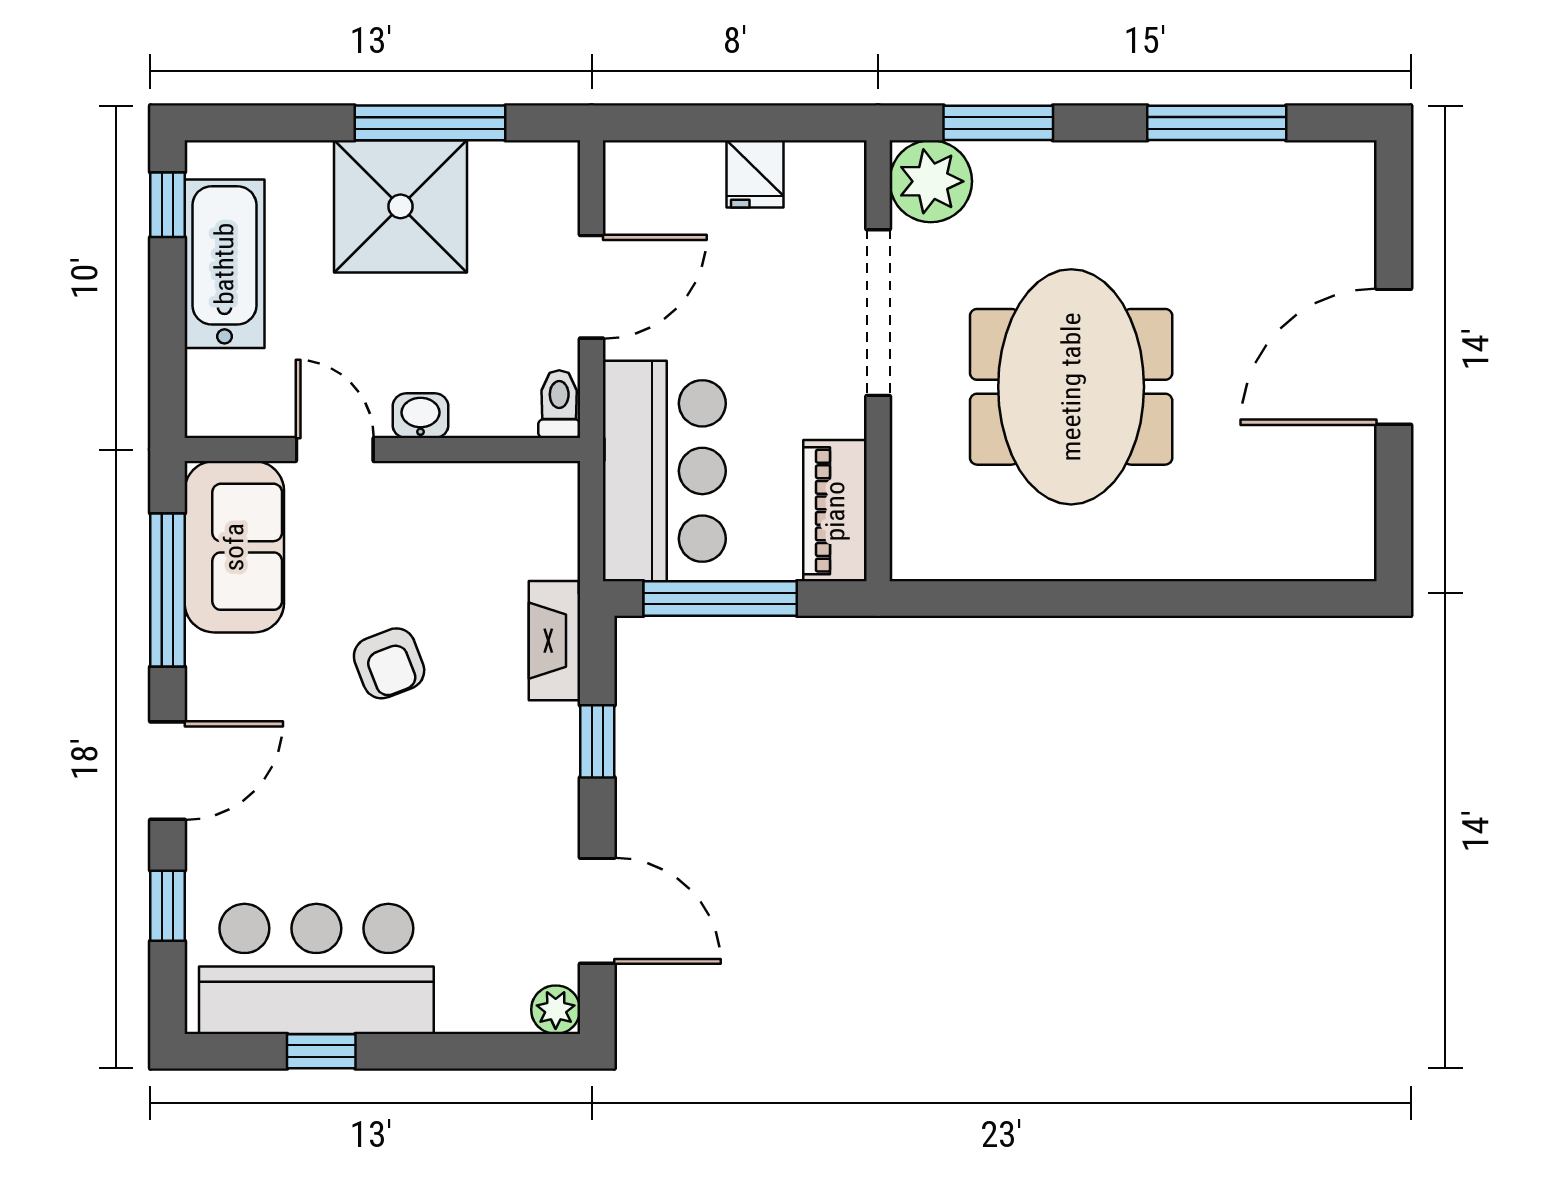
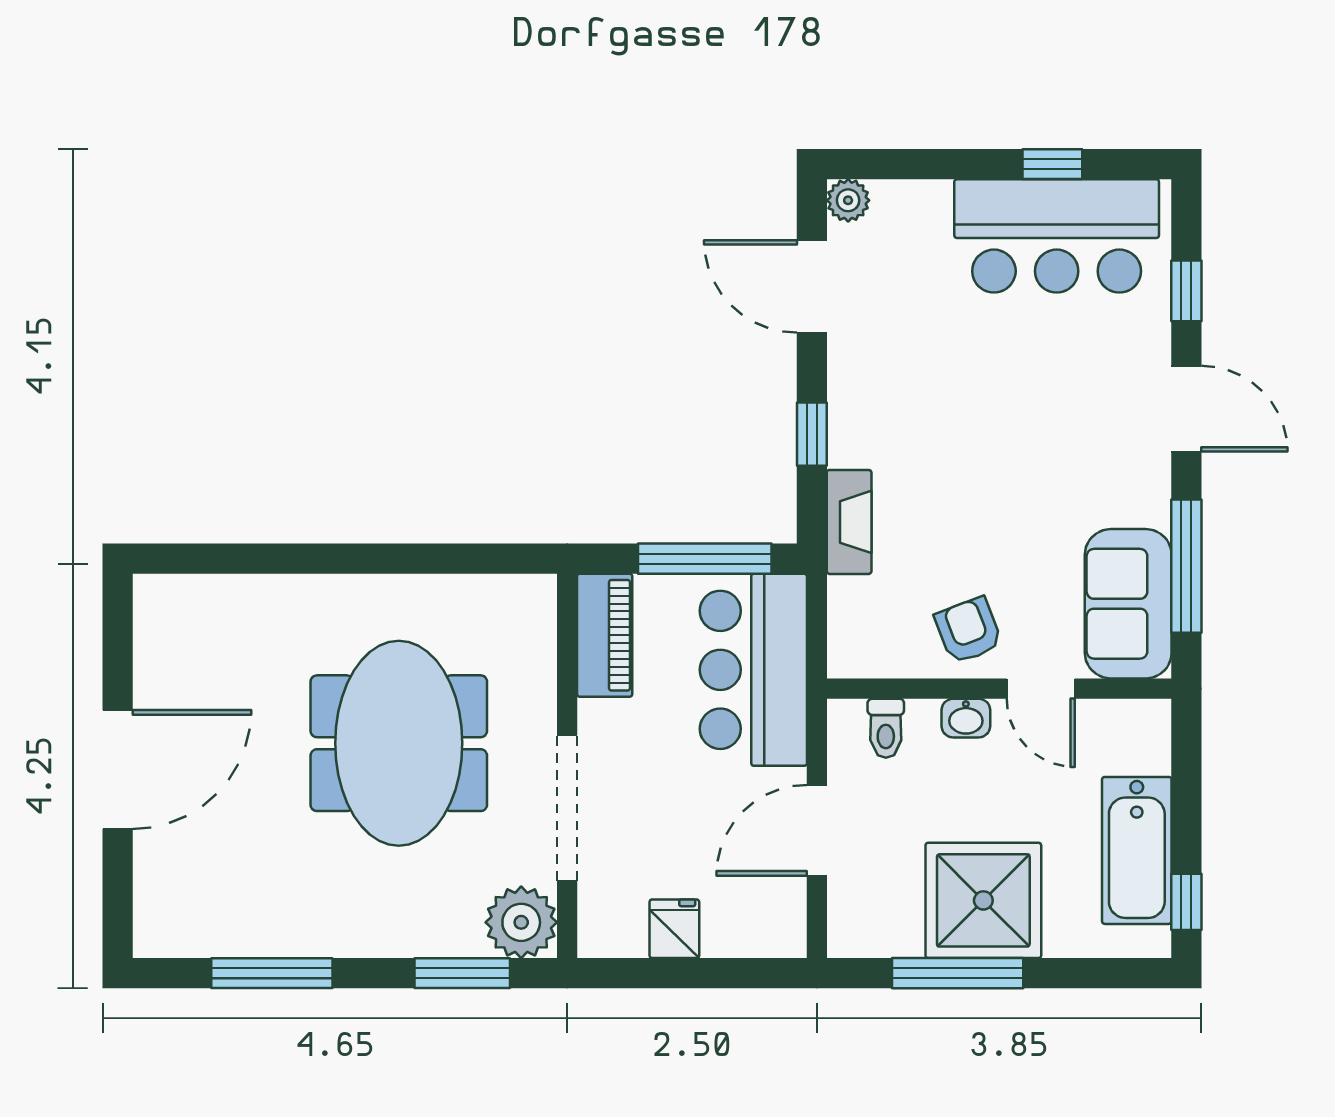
toilet: (559, 404) -> (886, 728), moved
armchair: (389, 663) -> (968, 630), moved
door: (167, 771) -> (1186, 409), swing flipped

